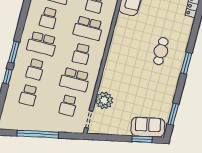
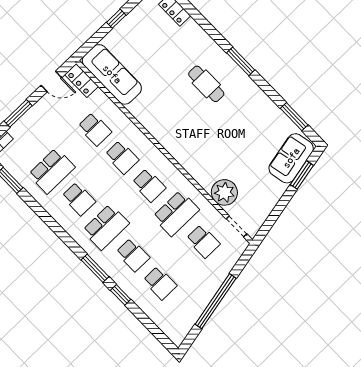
school desk: (88, 28) -> (122, 157), width x0.54

